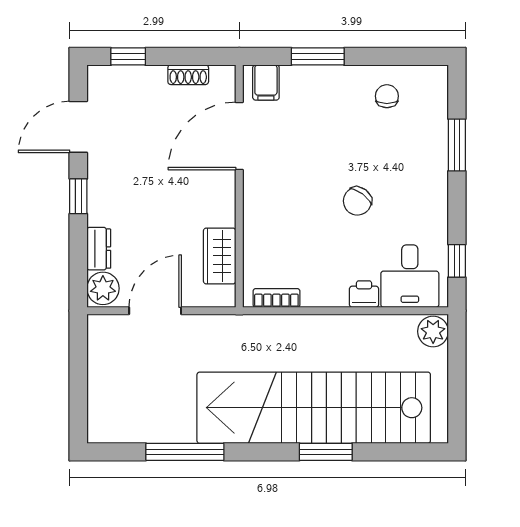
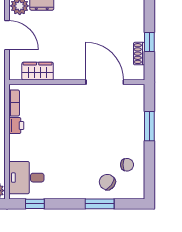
window: (128, 56) -> (149, 42), moved
filing cabinet: (266, 82) -> (135, 97), removed
chair: (357, 201) -> (107, 182), moved
printer: (364, 294) -> (16, 126), moved

